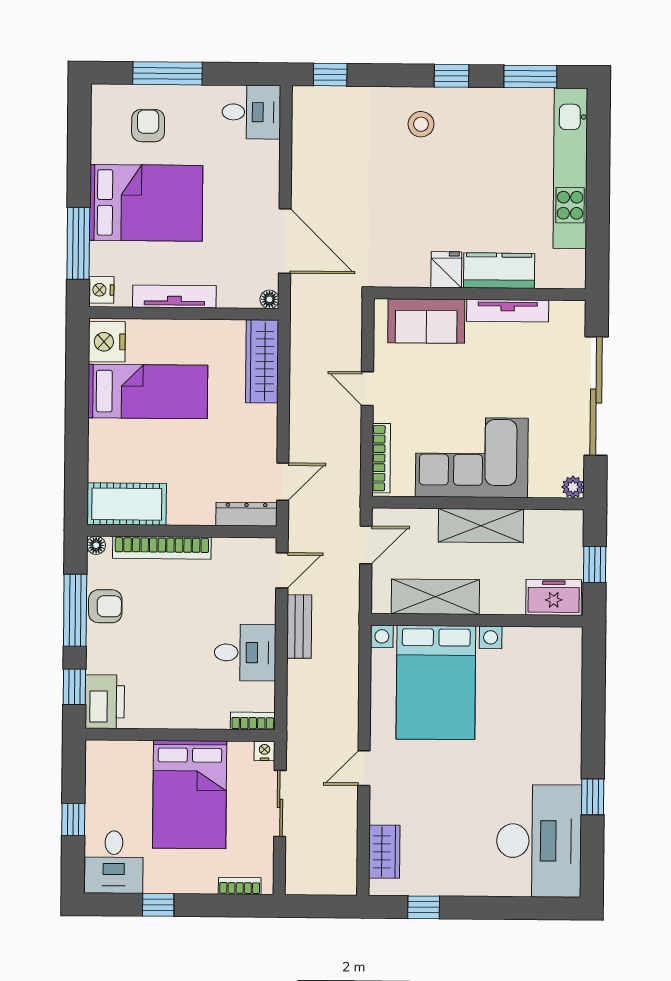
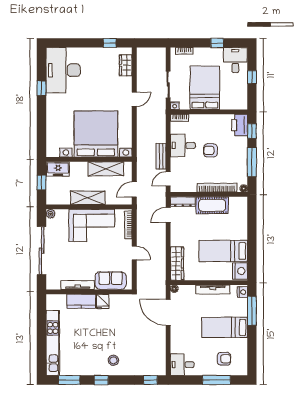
armchair: (148, 126) -> (224, 359), turned -90
bed: (146, 203) -> (225, 327), width x0.67
cot: (127, 504) -> (212, 205), moved
armchair: (105, 606) -> (211, 150), moved
bed with nightstands: (436, 682) -> (96, 134), width x1.36

